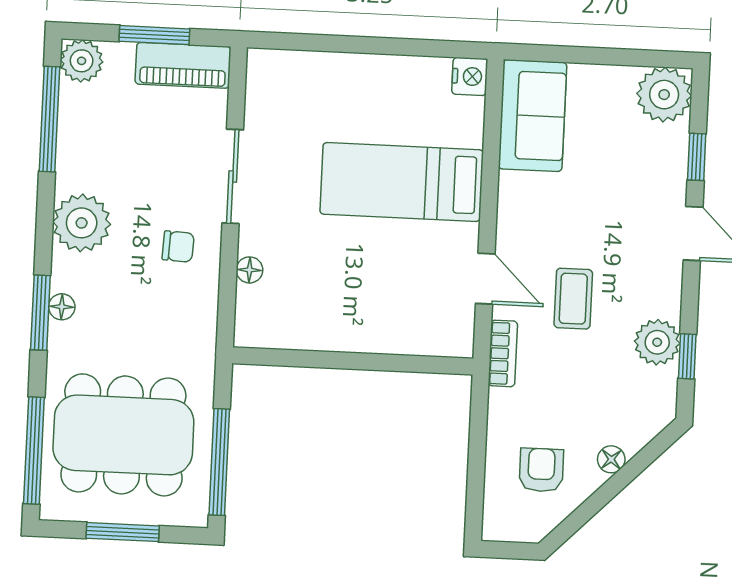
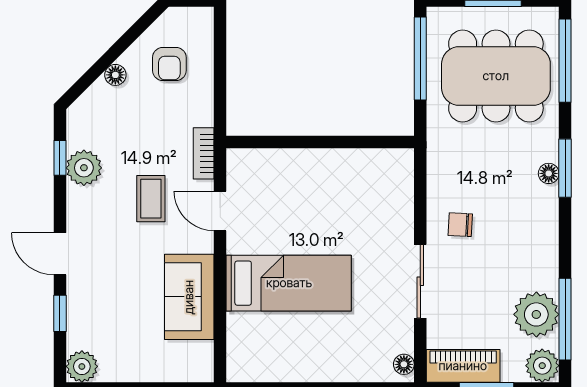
nightstand: (470, 76) -> (240, 368), removed
plant: (664, 95) -> (82, 366), width x0.73, depth x0.73
sofa: (533, 116) -> (189, 297), moved
plant: (82, 223) -> (536, 314), moved
floor lamp: (249, 270) -> (404, 364), moved

